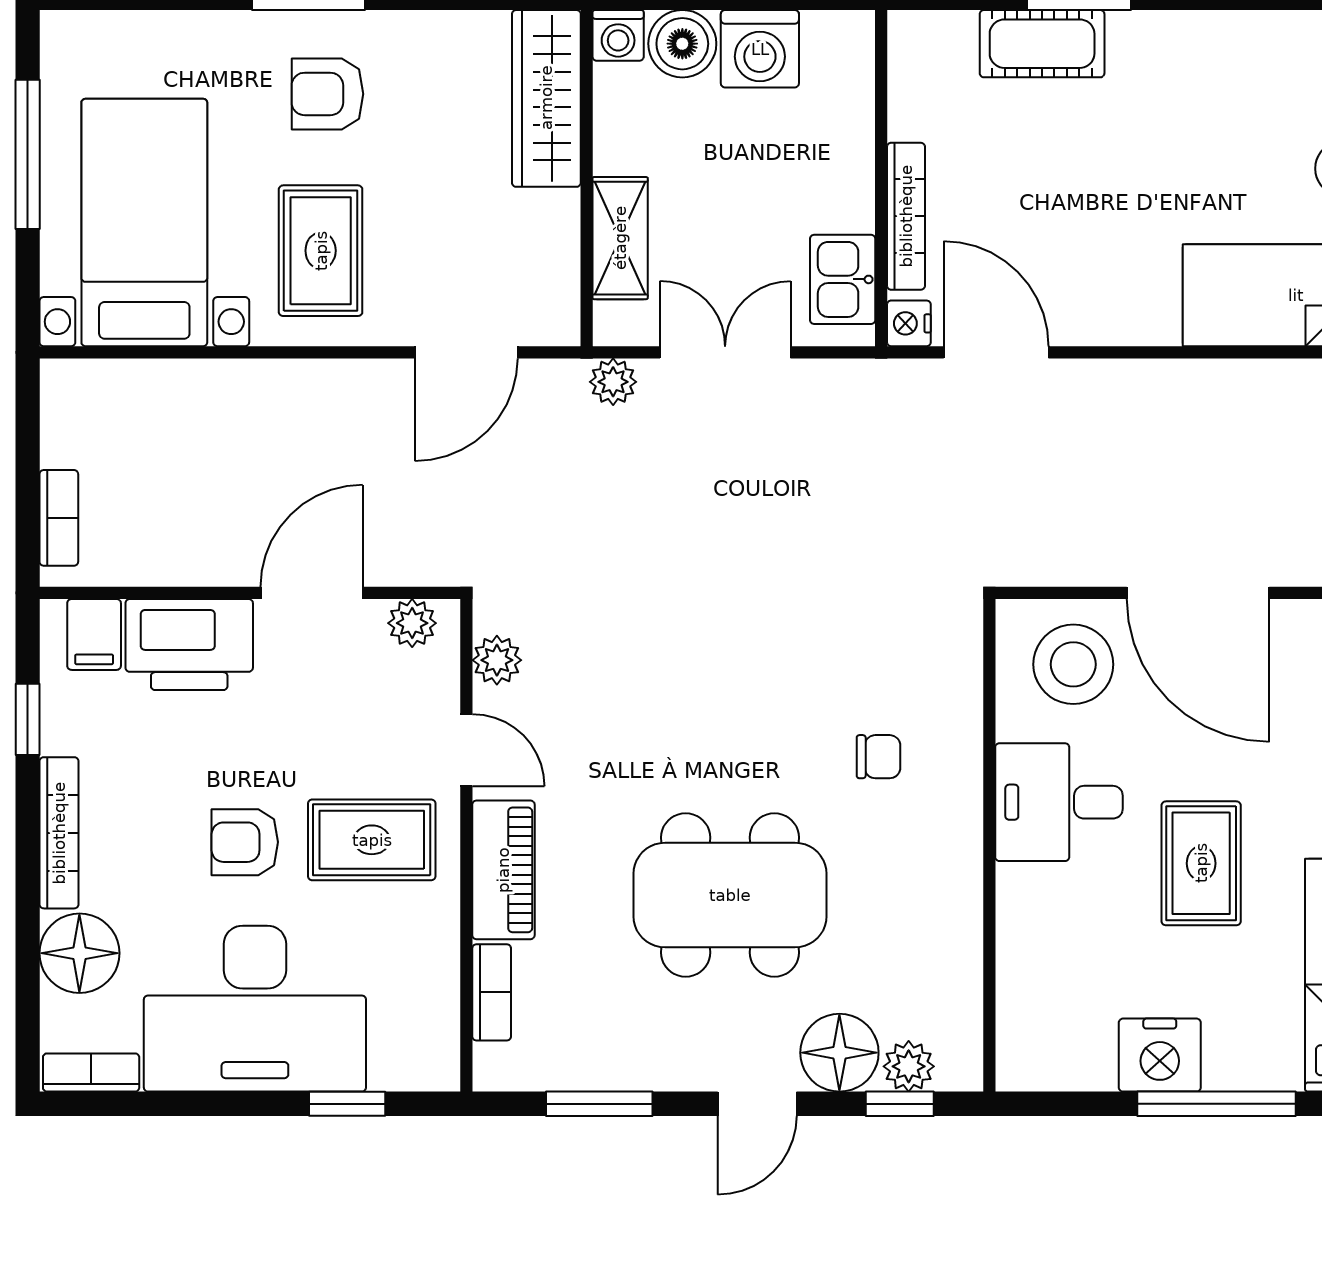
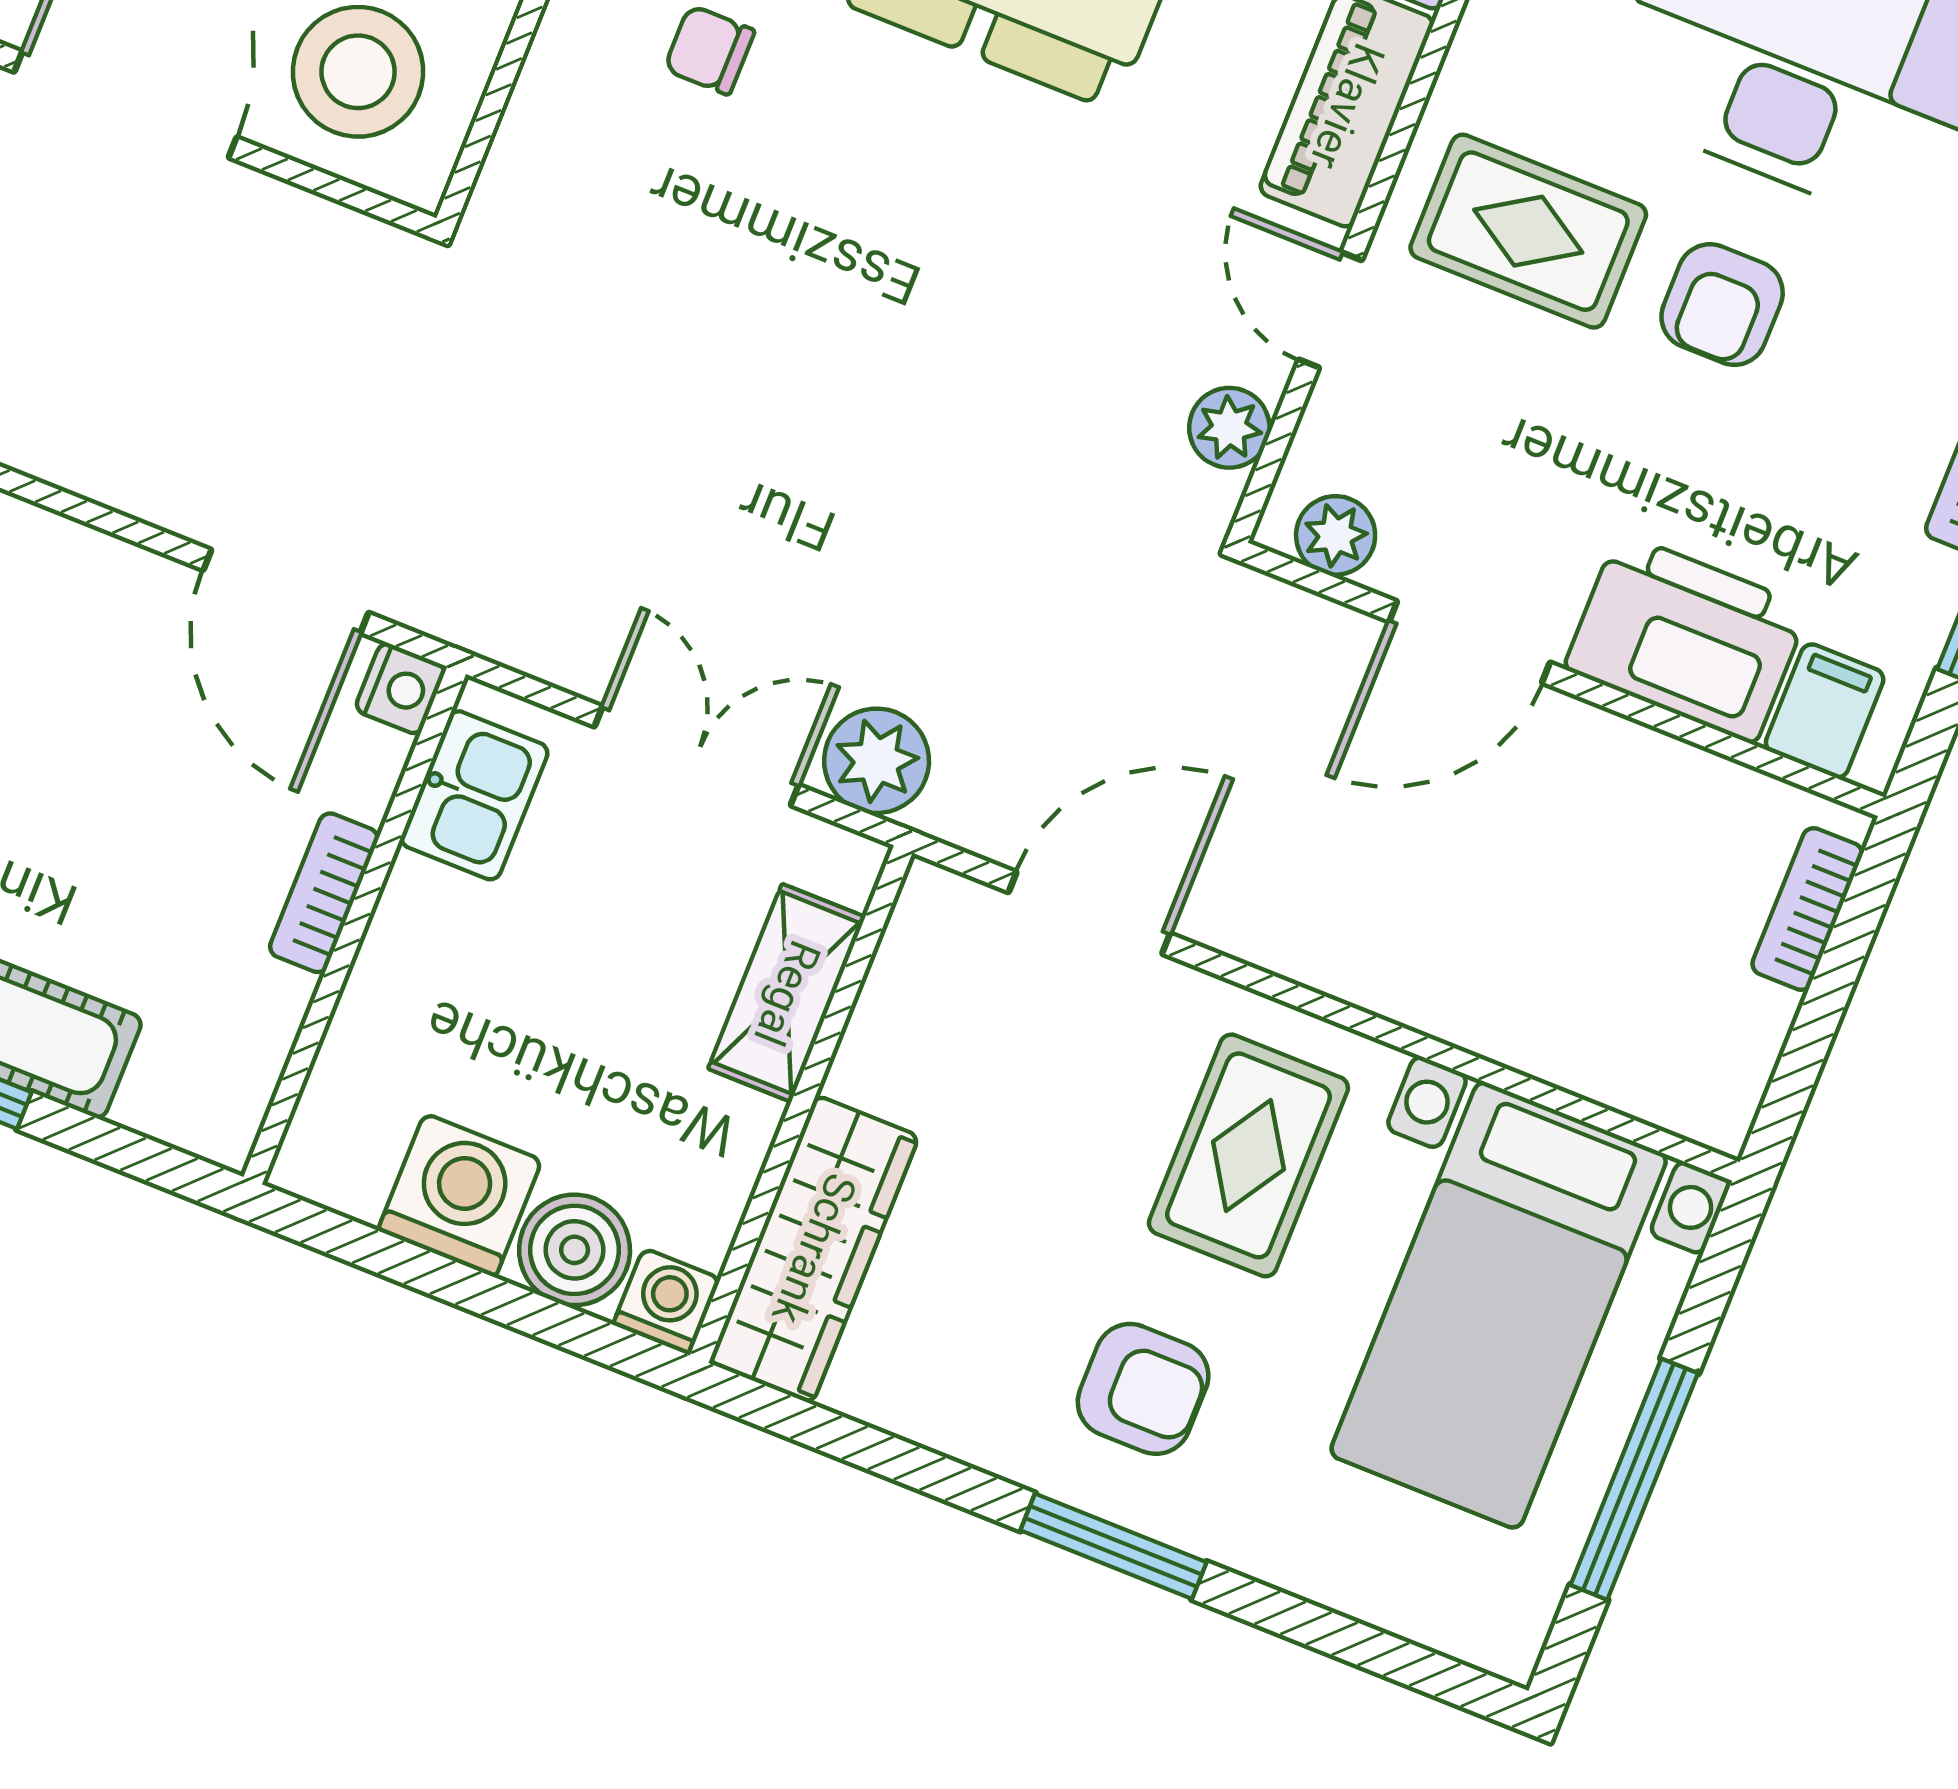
bookcase: (906, 216) -> (324, 893), width x0.64
double door: (725, 352) -> (697, 756), swing flipped
plant: (613, 382) -> (877, 761), width x1.38, depth x1.38
armchair: (245, 842) -> (1722, 305), turned 90

